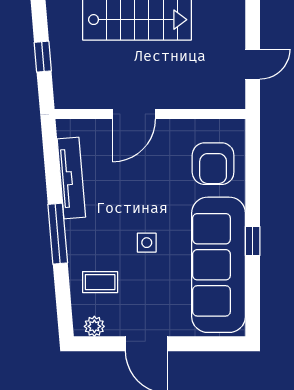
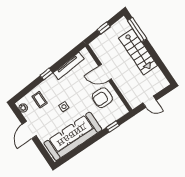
armchair: (213, 164) -> (102, 98), moved
window: (58, 234) -> (46, 74), width x0.46
window: (253, 241) -> (113, 126), moved

